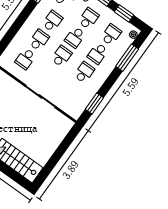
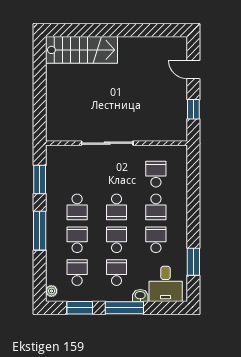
school desk: (88, 19) -> (117, 273), turned 180
school desk: (52, 21) -> (156, 240), turned 180
school desk: (111, 35) -> (77, 273), turned 180
window: (127, 58) -> (40, 231), moved

